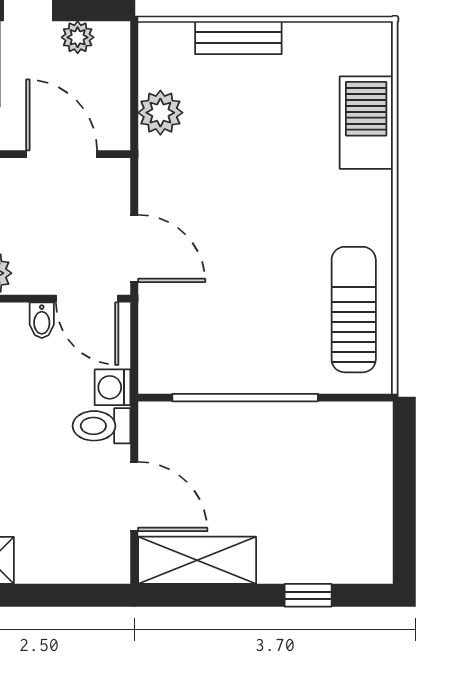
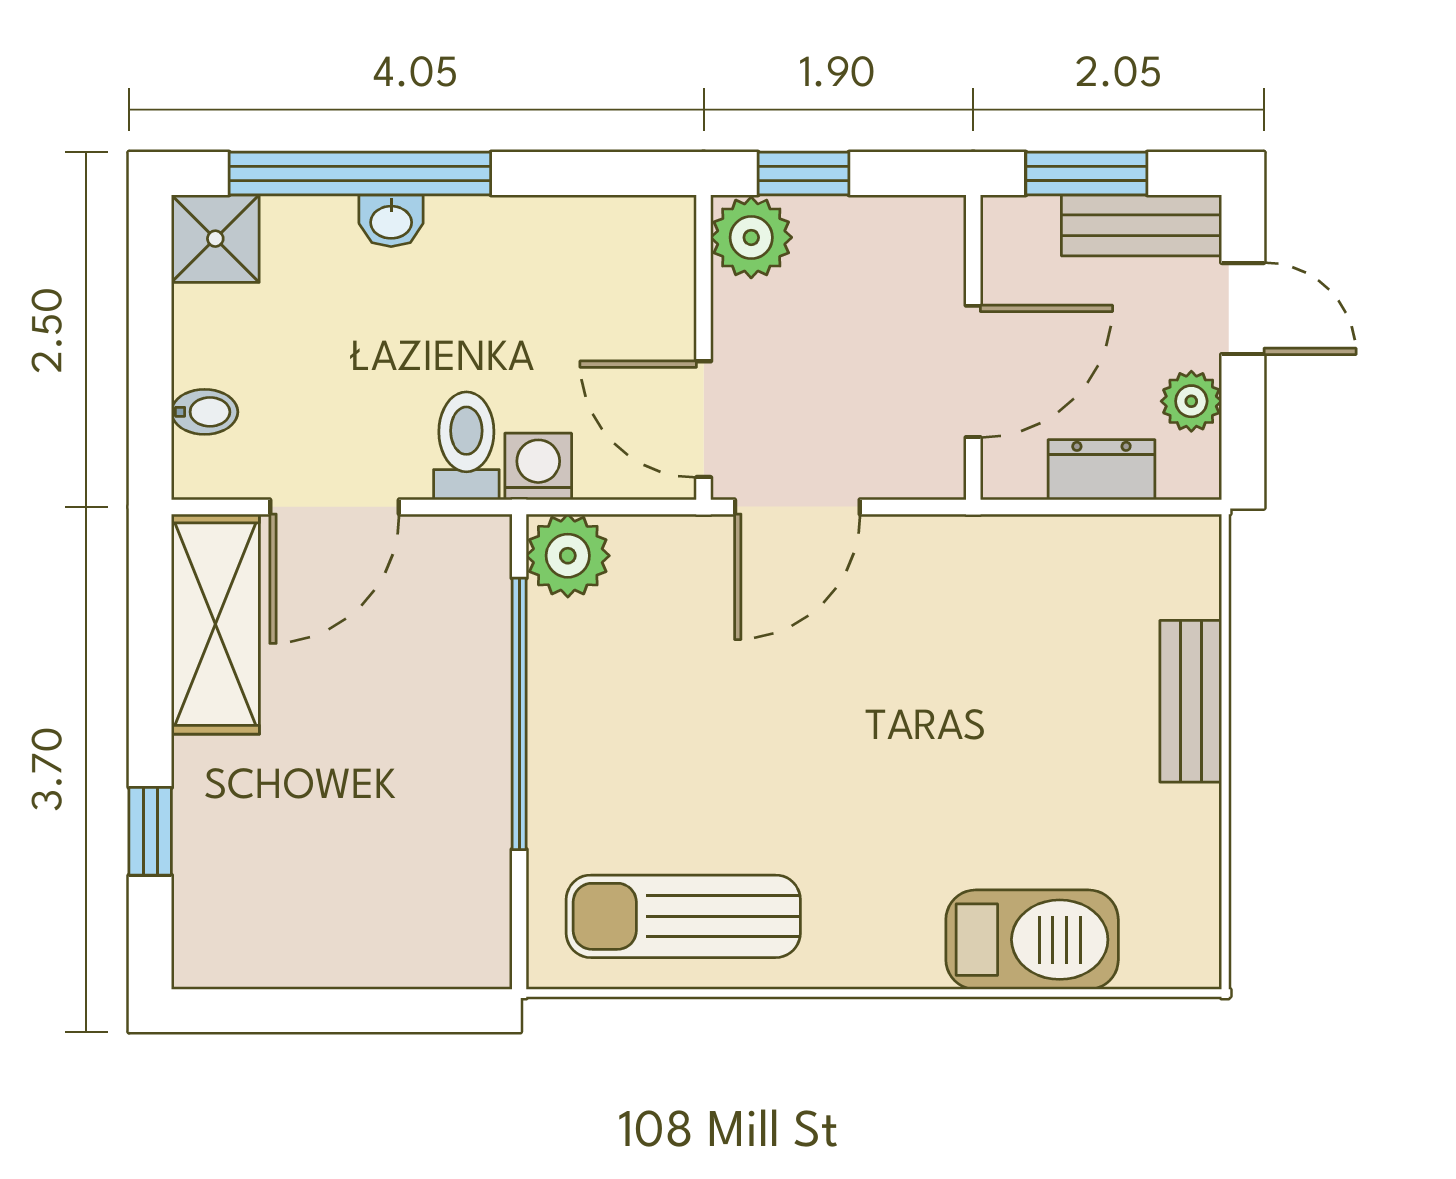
dresser: (114, 85) -> (1101, 470), added
plant: (160, 113) -> (568, 556), moved
door: (87, 299) -> (704, 419), hinge flipped
sun lounger: (354, 310) -> (683, 916), turned 180
bidet: (42, 320) -> (205, 412), moved, turned 180

